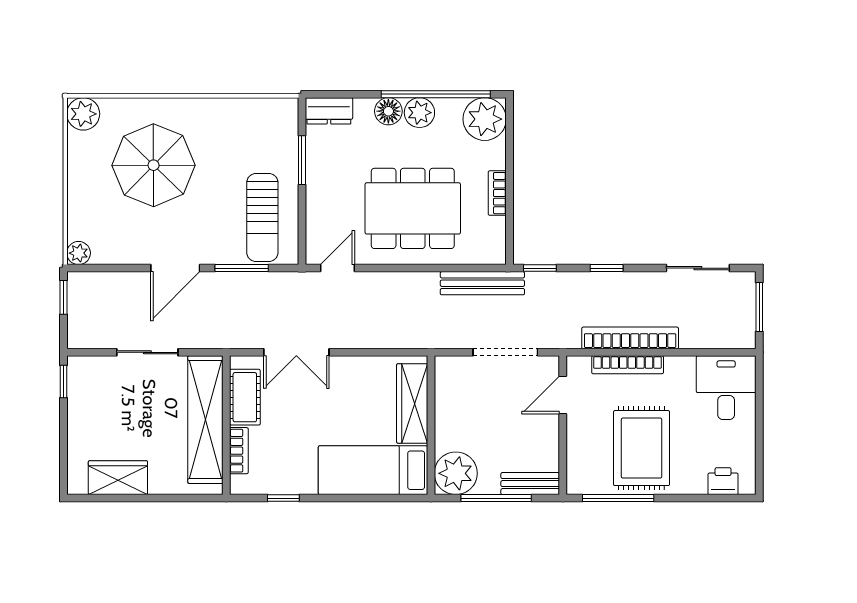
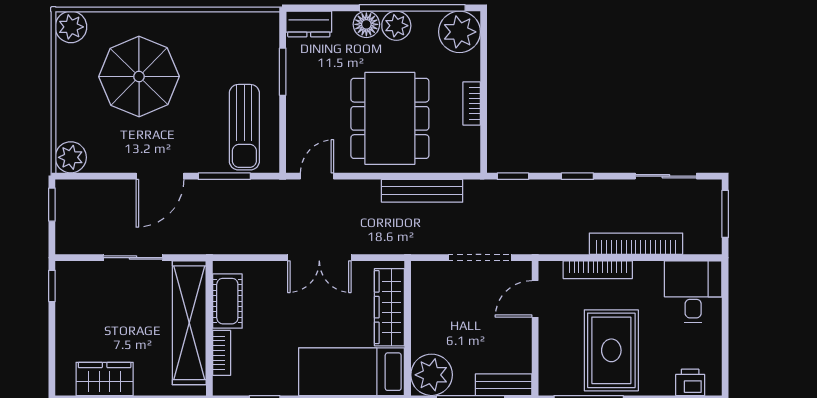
dining table: (413, 208) -> (390, 118), turned 90
plant: (79, 253) -> (71, 157), width x1.38, depth x1.38
bench: (482, 283) -> (422, 191), moved
bookcase: (630, 338) -> (636, 244), moved
double door: (296, 352) -> (319, 258), moved

